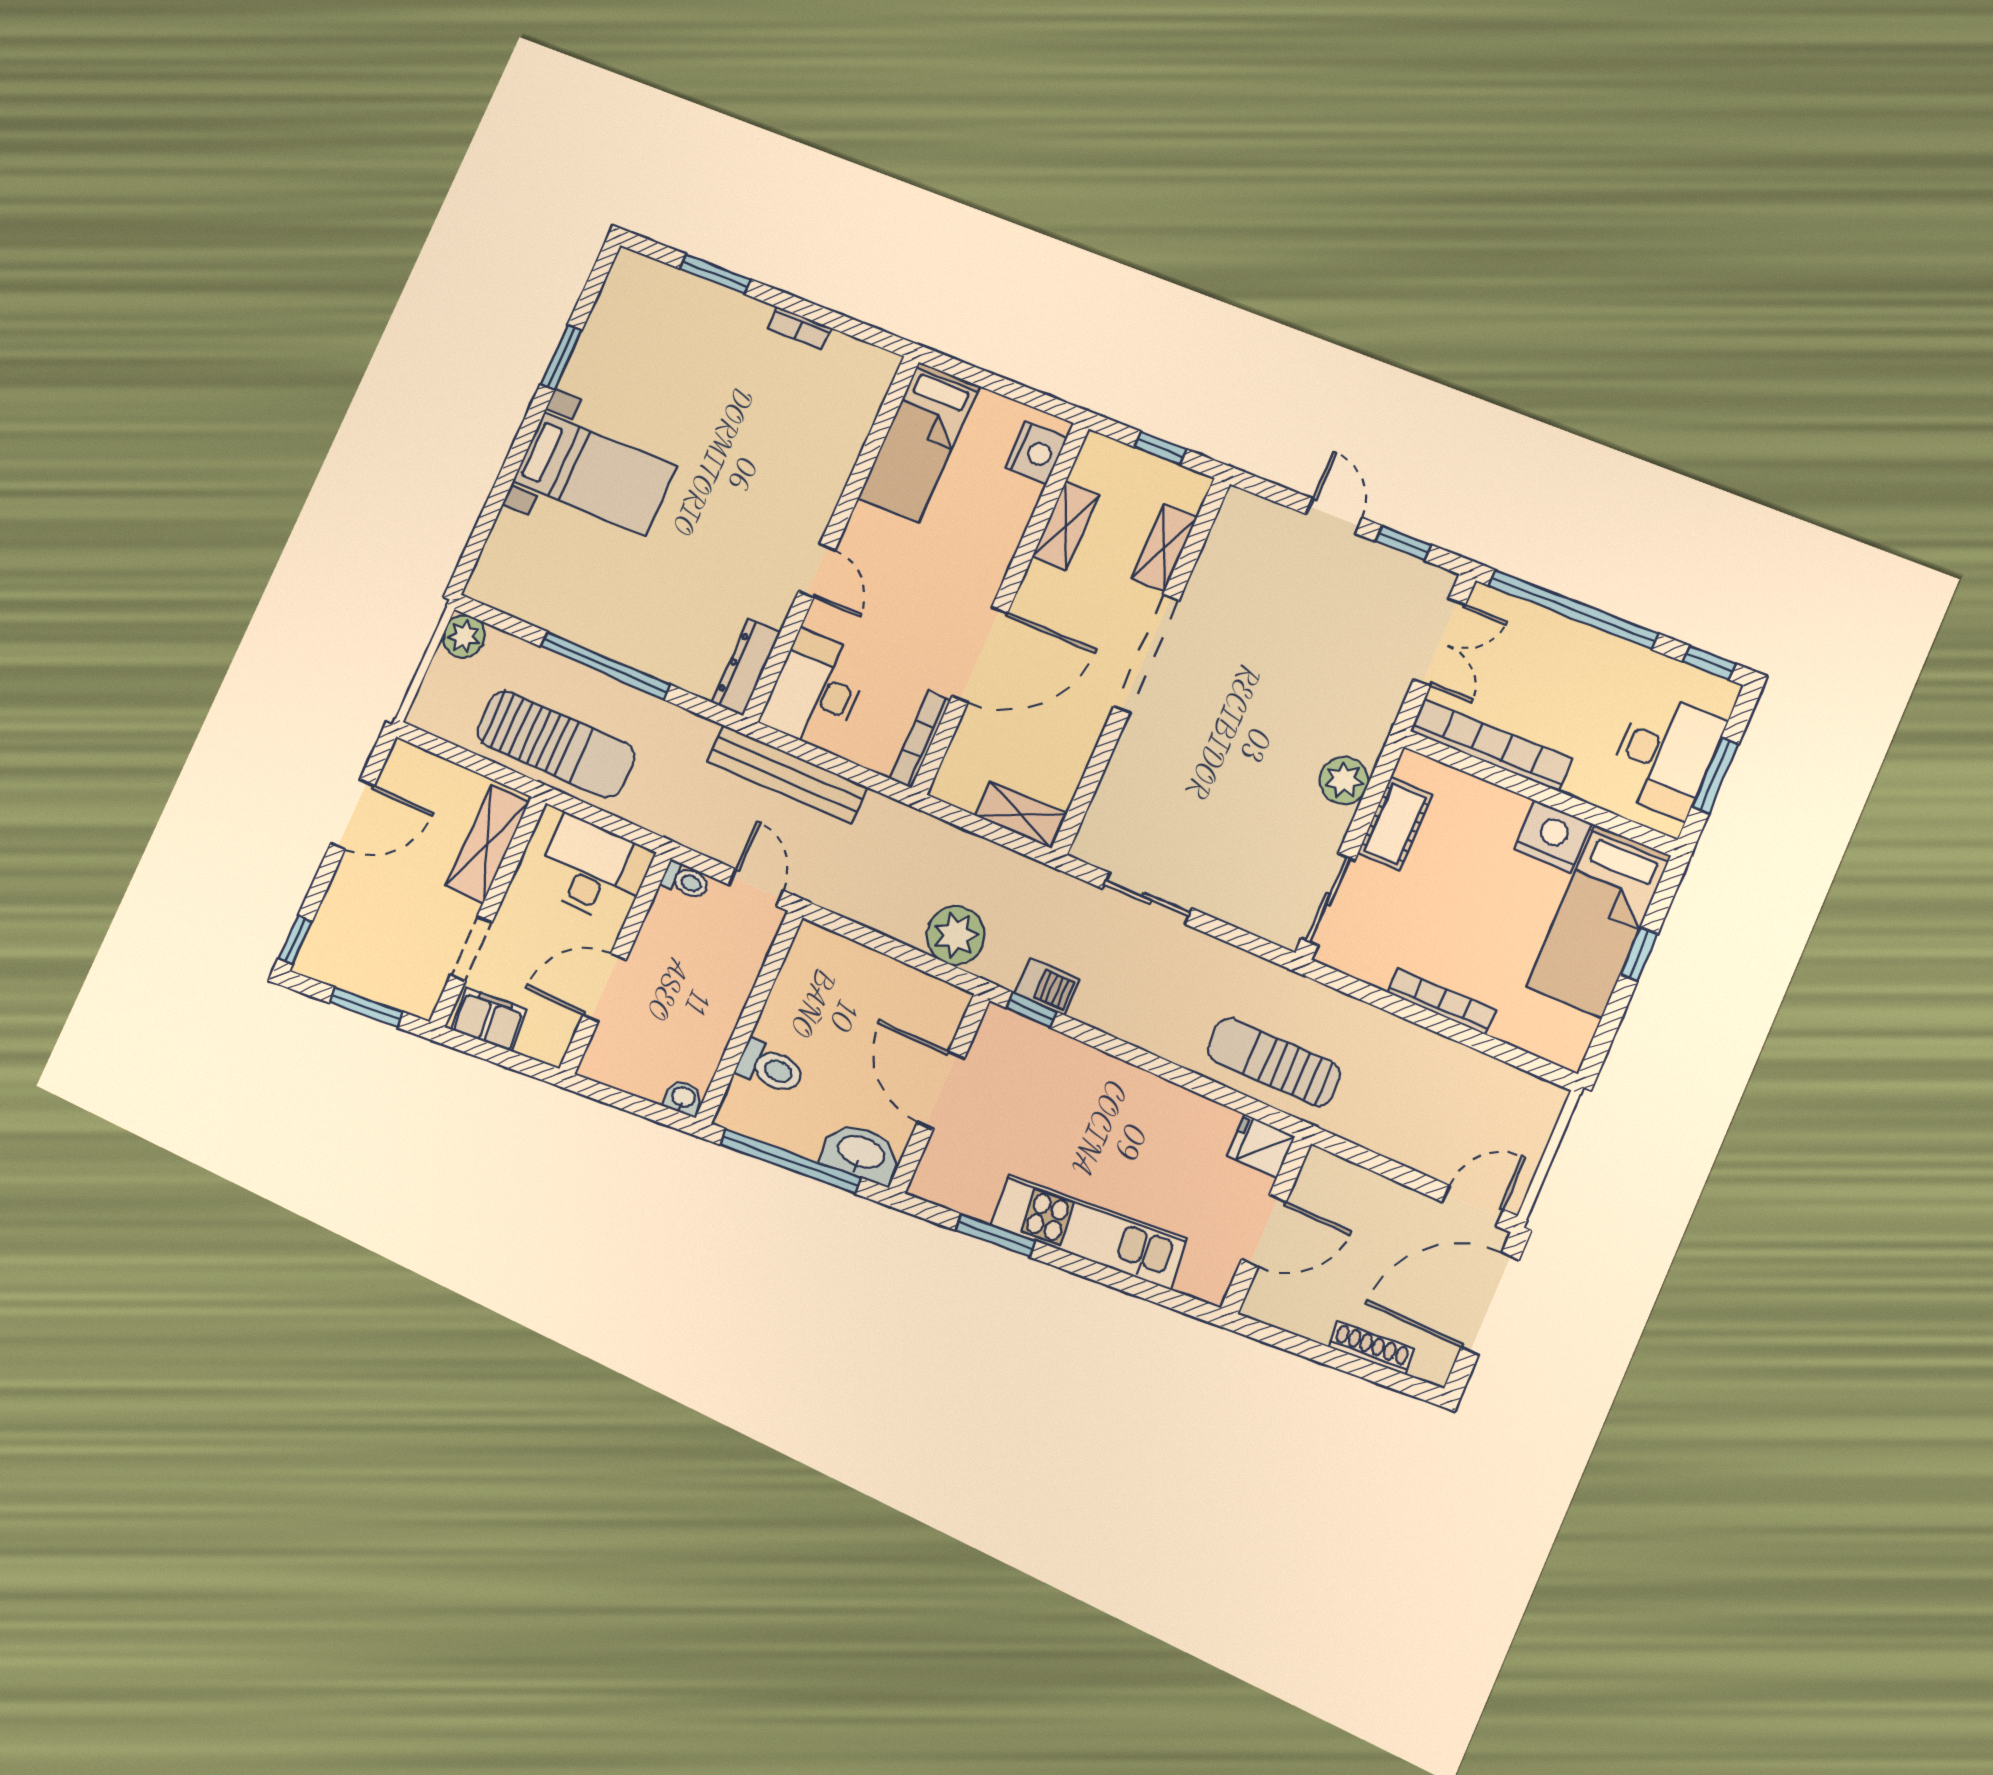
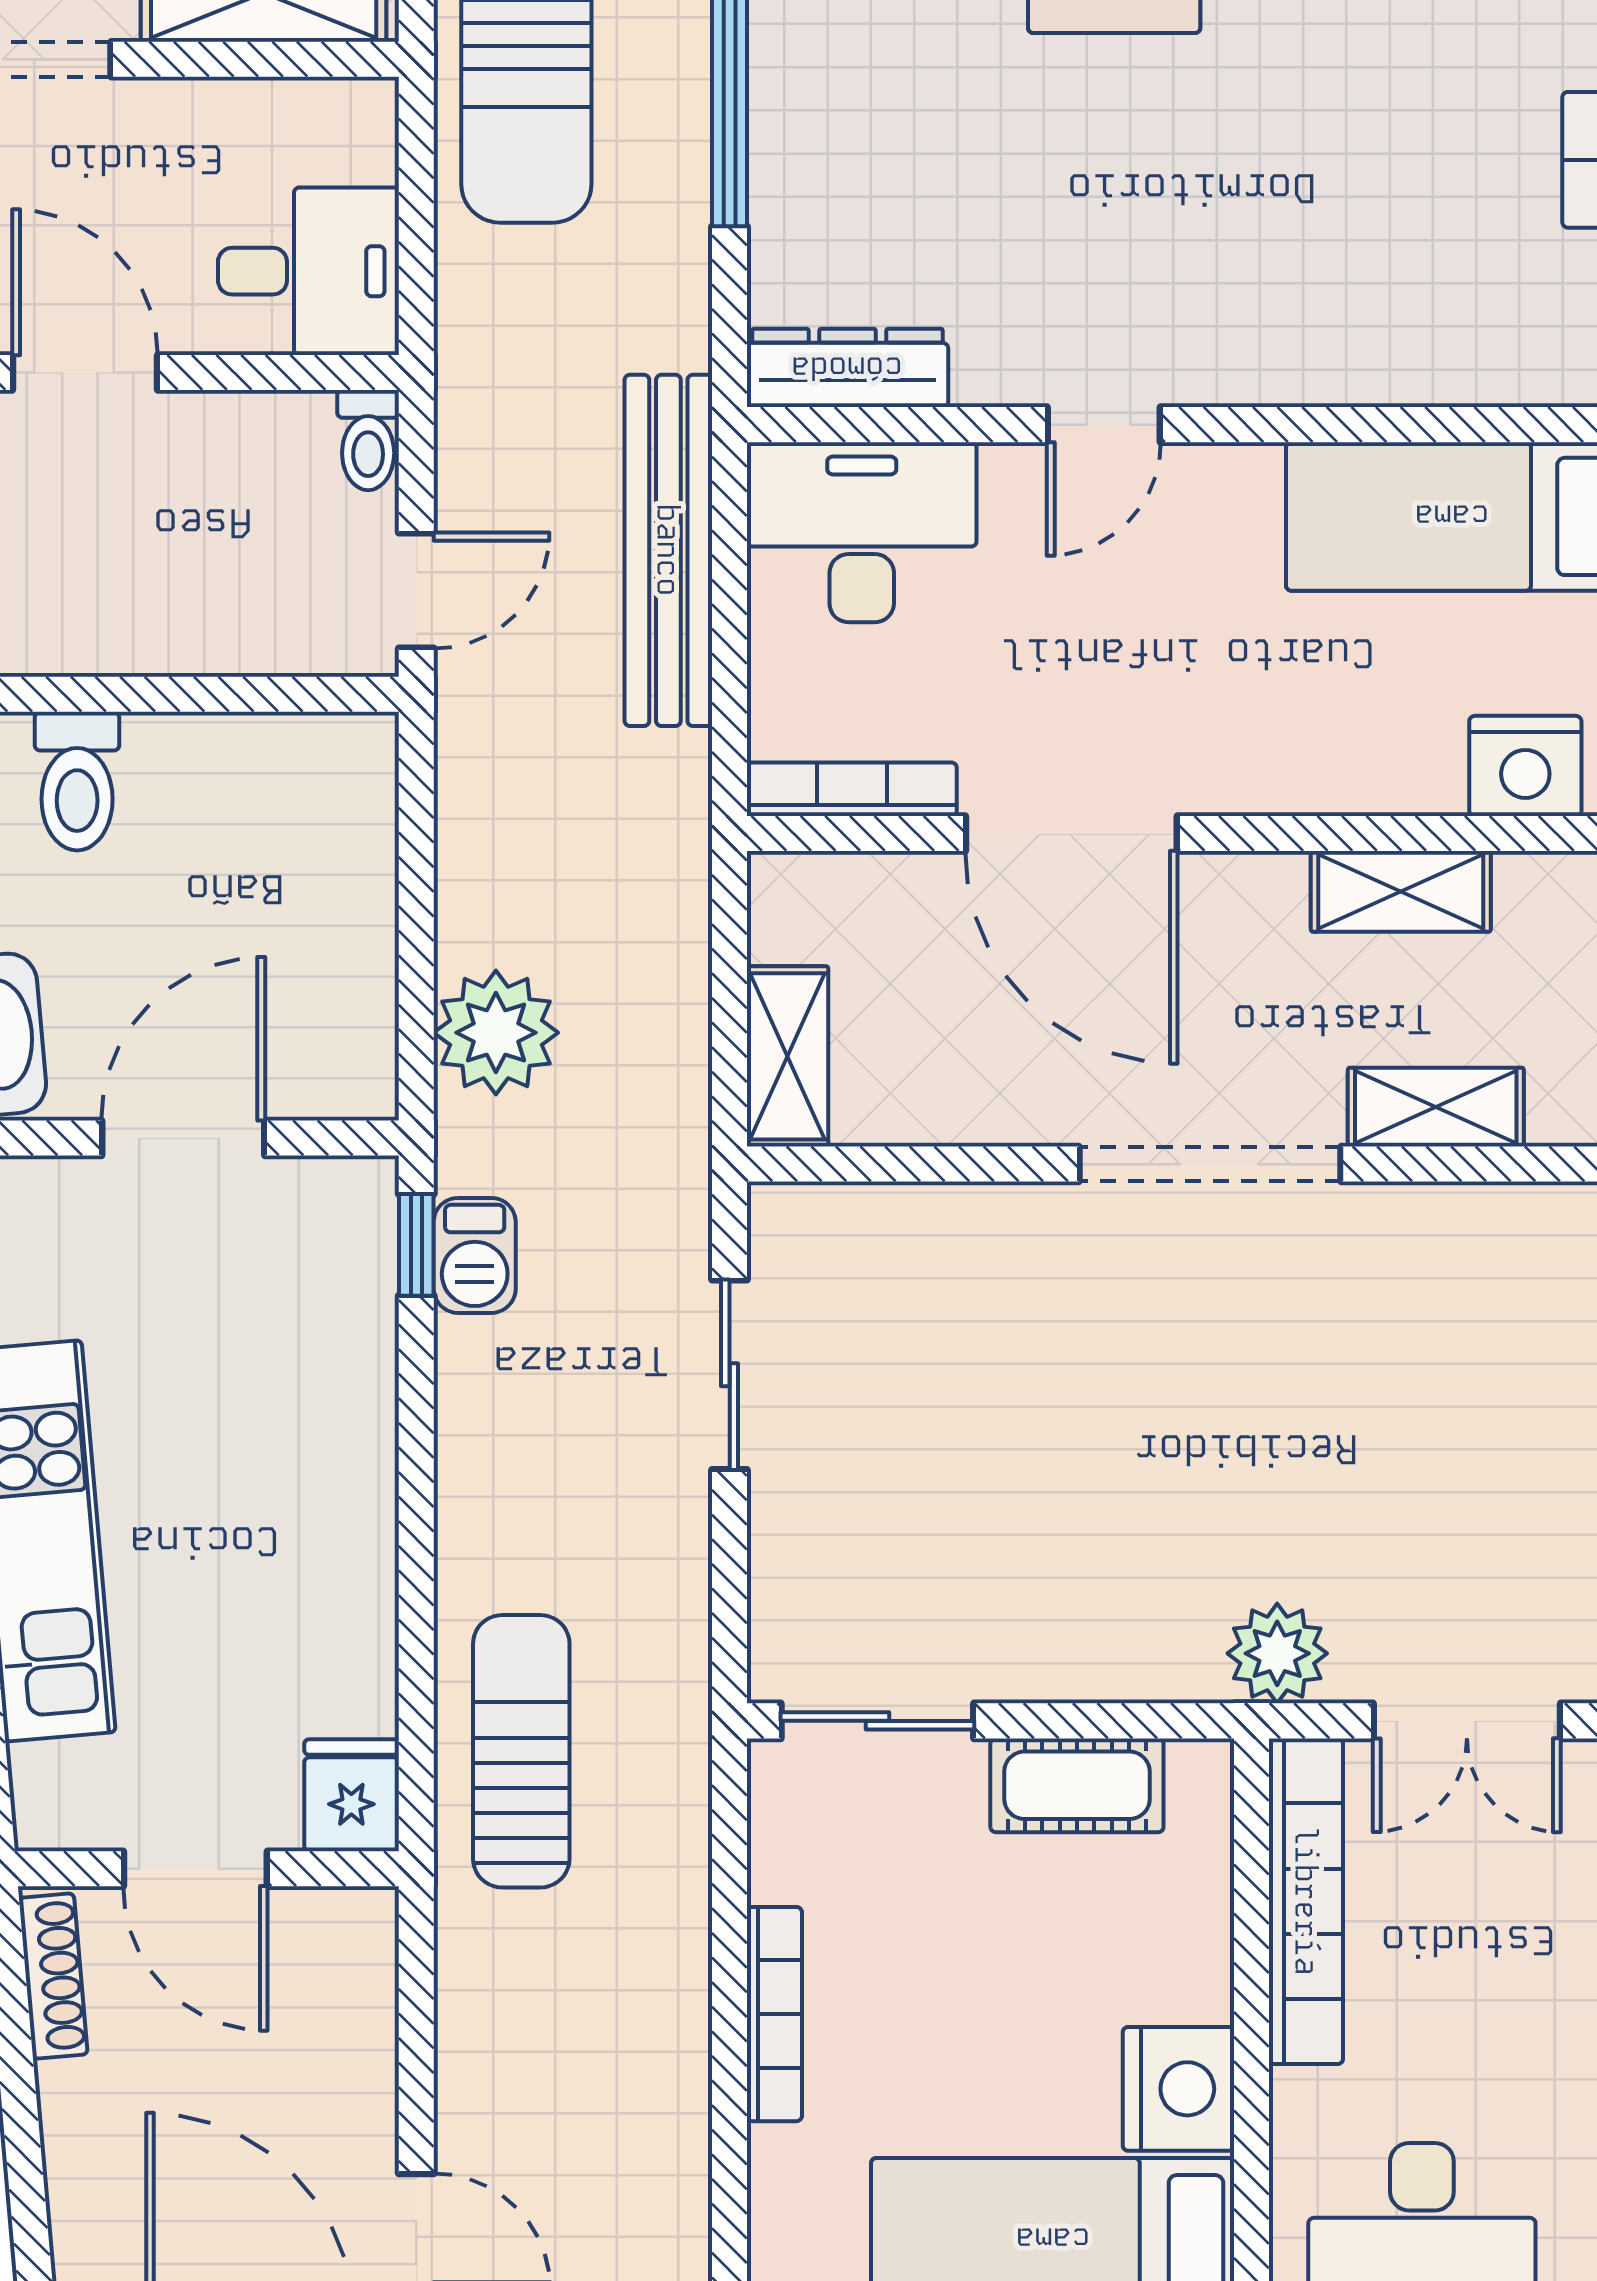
plant: (1344, 780) -> (1277, 1653), moved
desk: (594, 869) -> (309, 271), width x0.73
shoe rack: (1371, 1348) -> (53, 1976), moved

